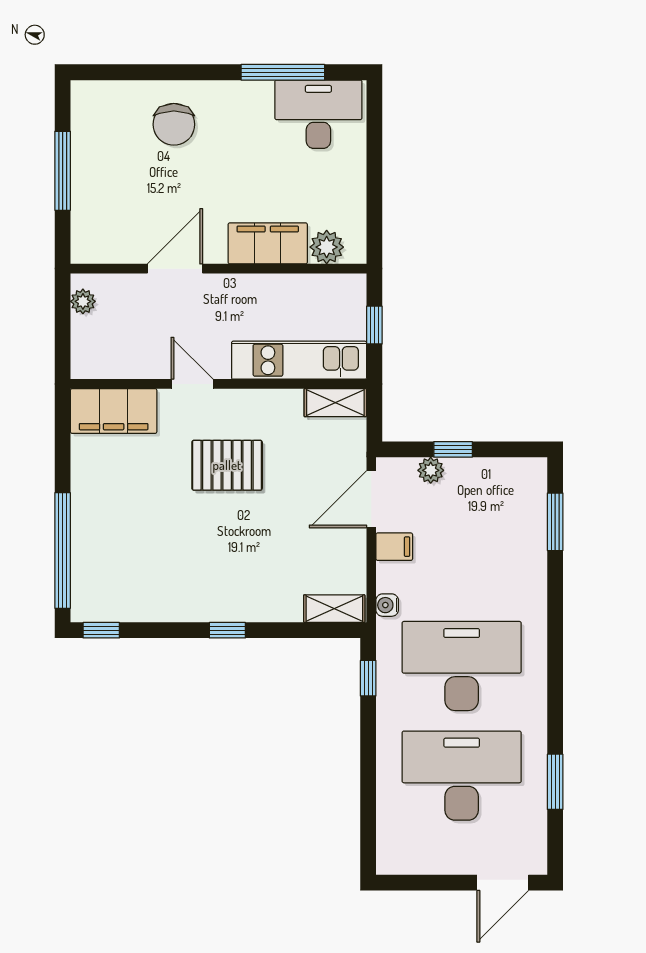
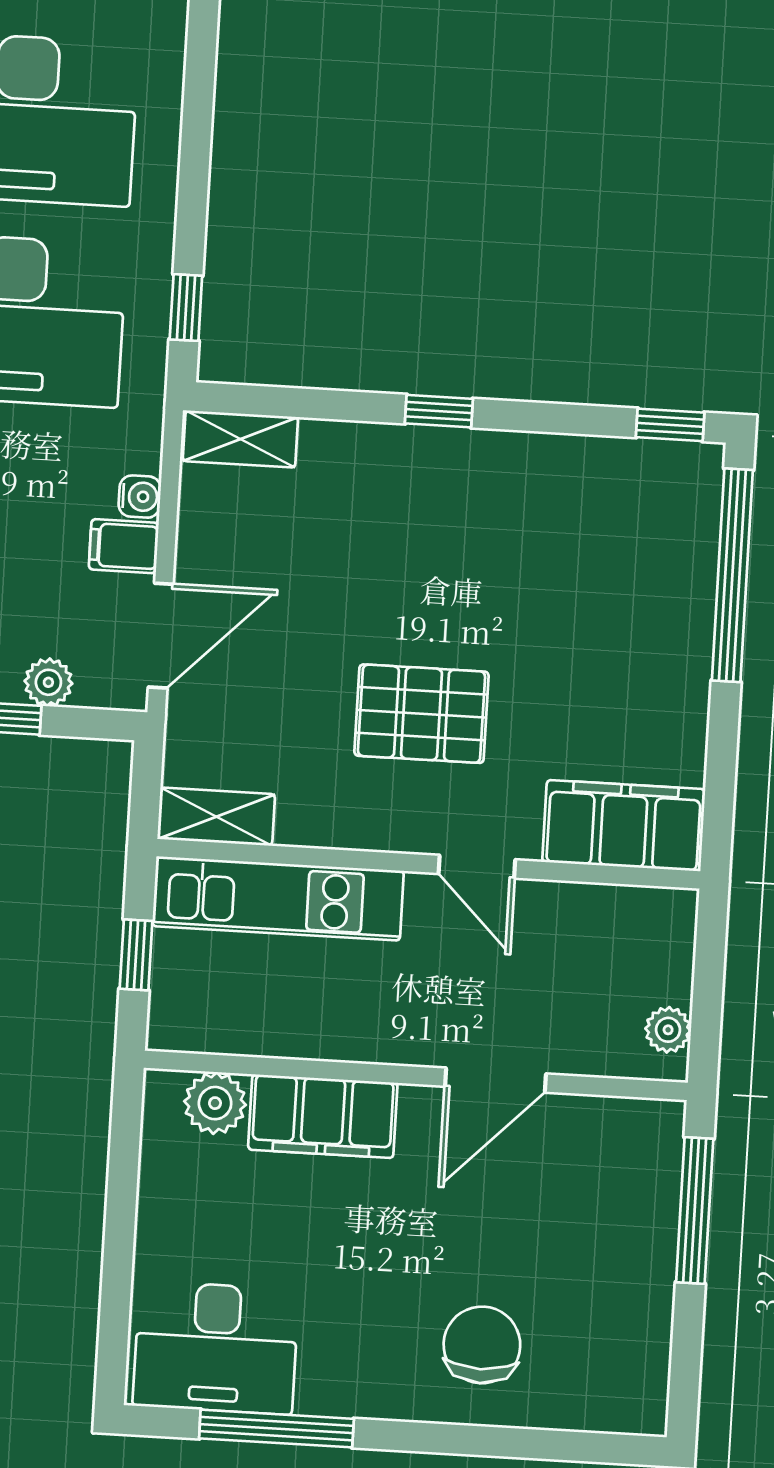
window: (63, 171) -> (695, 1211), moved
water cooler: (387, 605) -> (140, 497), moved

